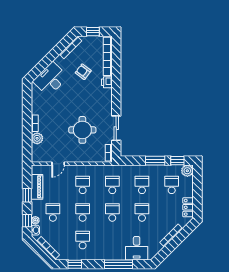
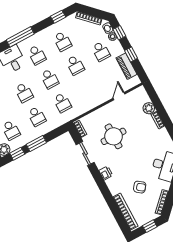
printer: (107, 82) -> (106, 173), moved
school desk: (83, 185) -> (37, 55), moved

